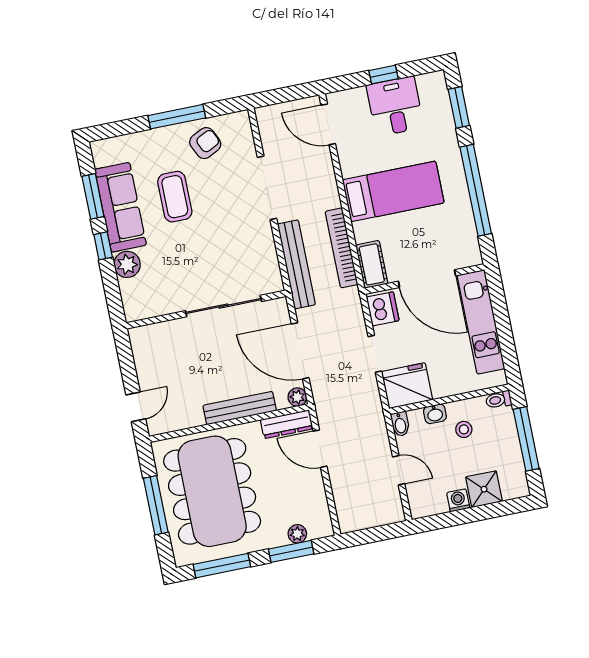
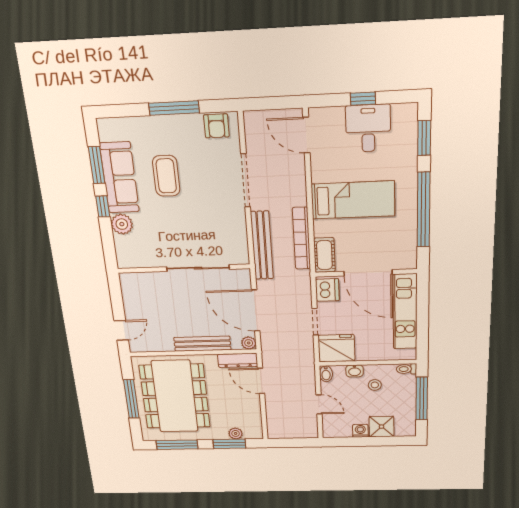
armchair: (205, 143) -> (216, 126), moved, turned 116

